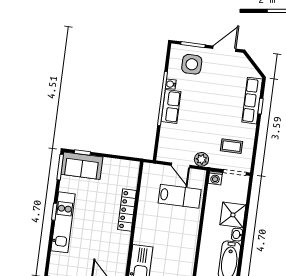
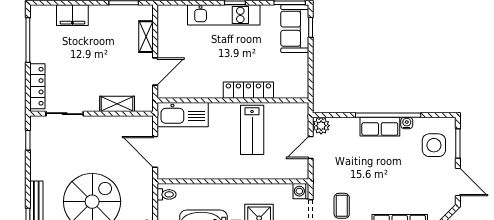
plant: (201, 159) -> (321, 126), moved
lab bench: (180, 196) -> (252, 130), moved

